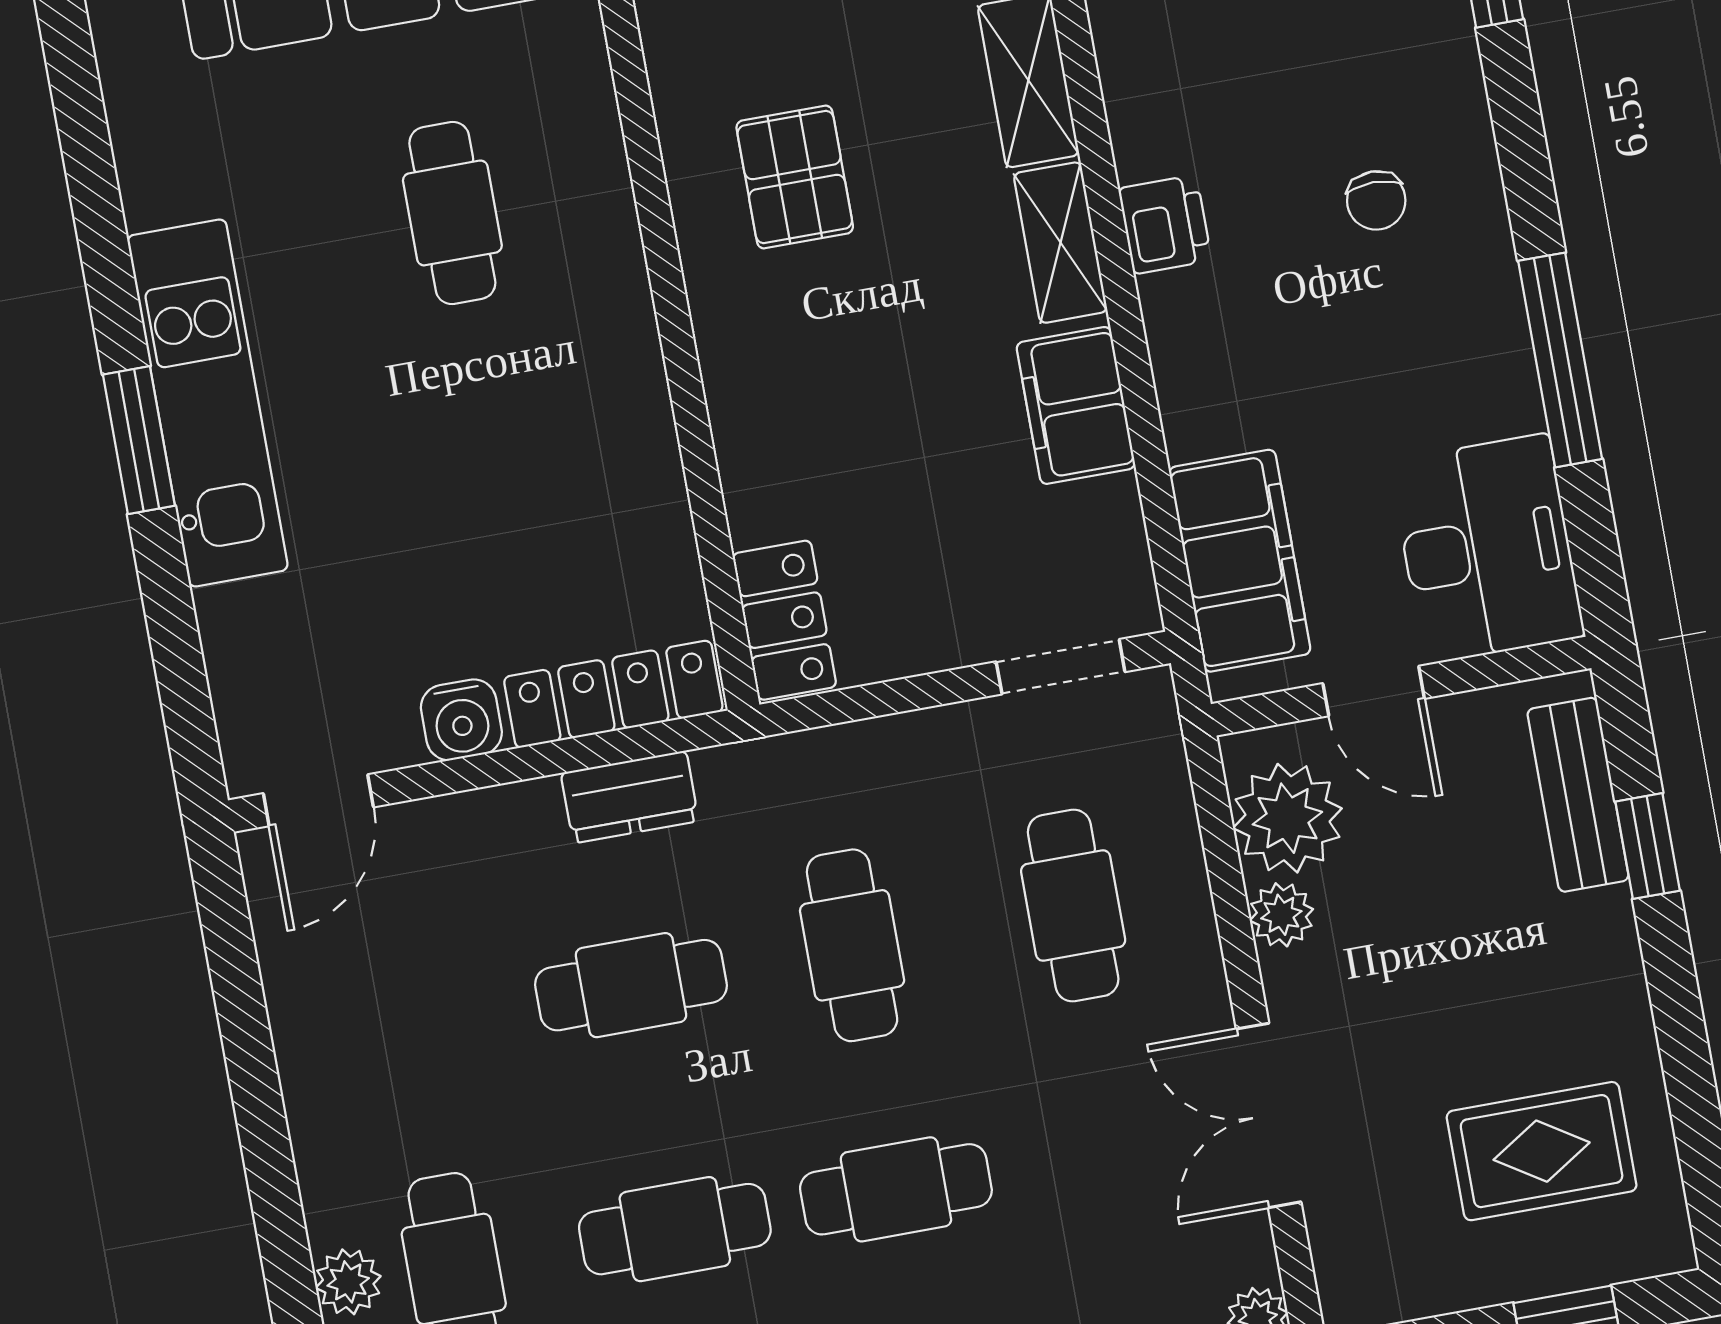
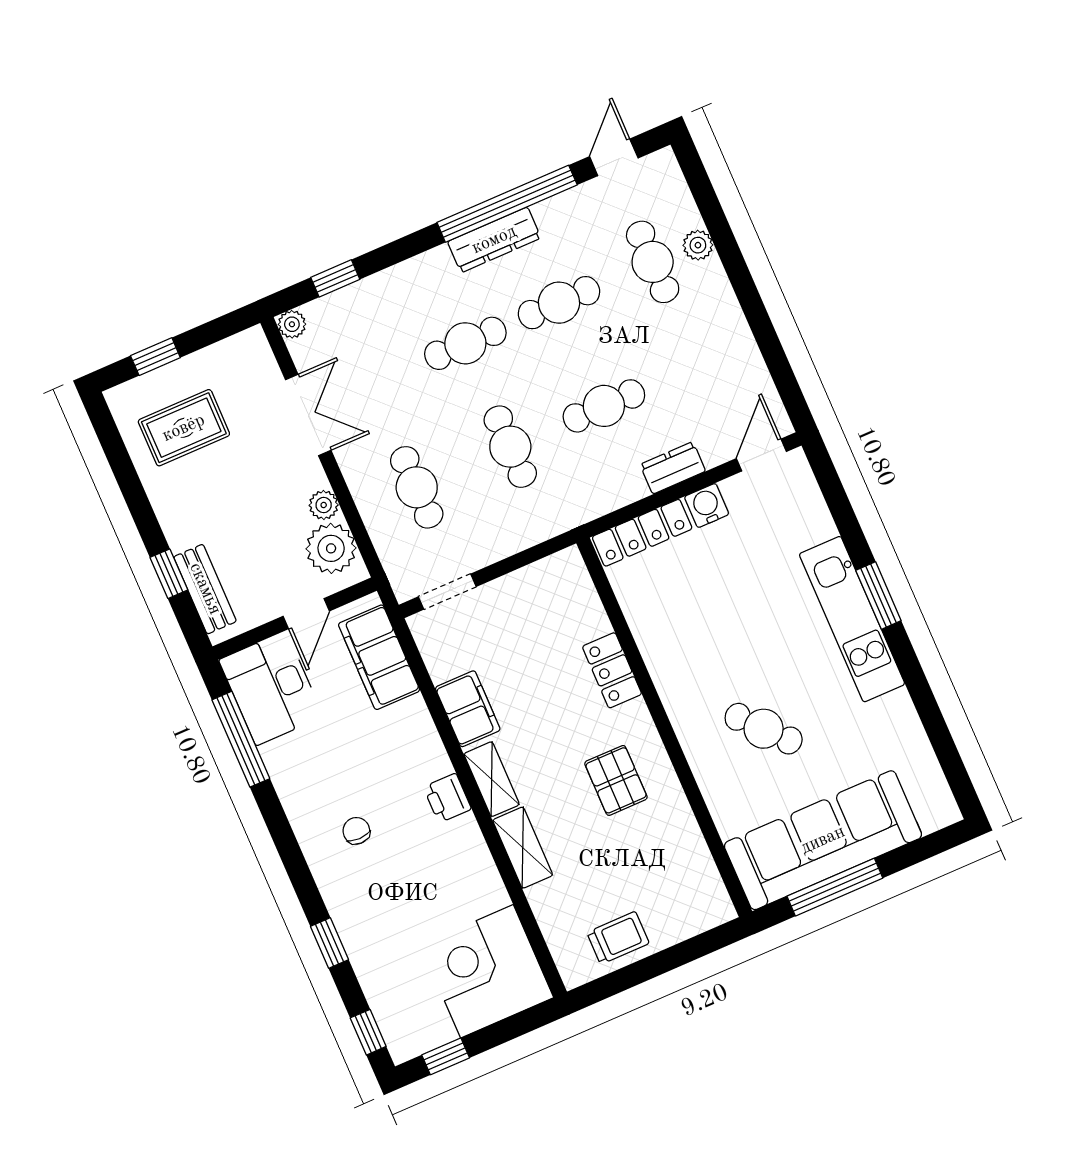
cafe table: (452, 213) -> (764, 729), turned -42
window: (1560, 360) -> (241, 739), moved
locker: (784, 620) -> (612, 670), moved
door: (1374, 691) -> (306, 614), swing flipped
dresser: (630, 797) -> (673, 468), moved

